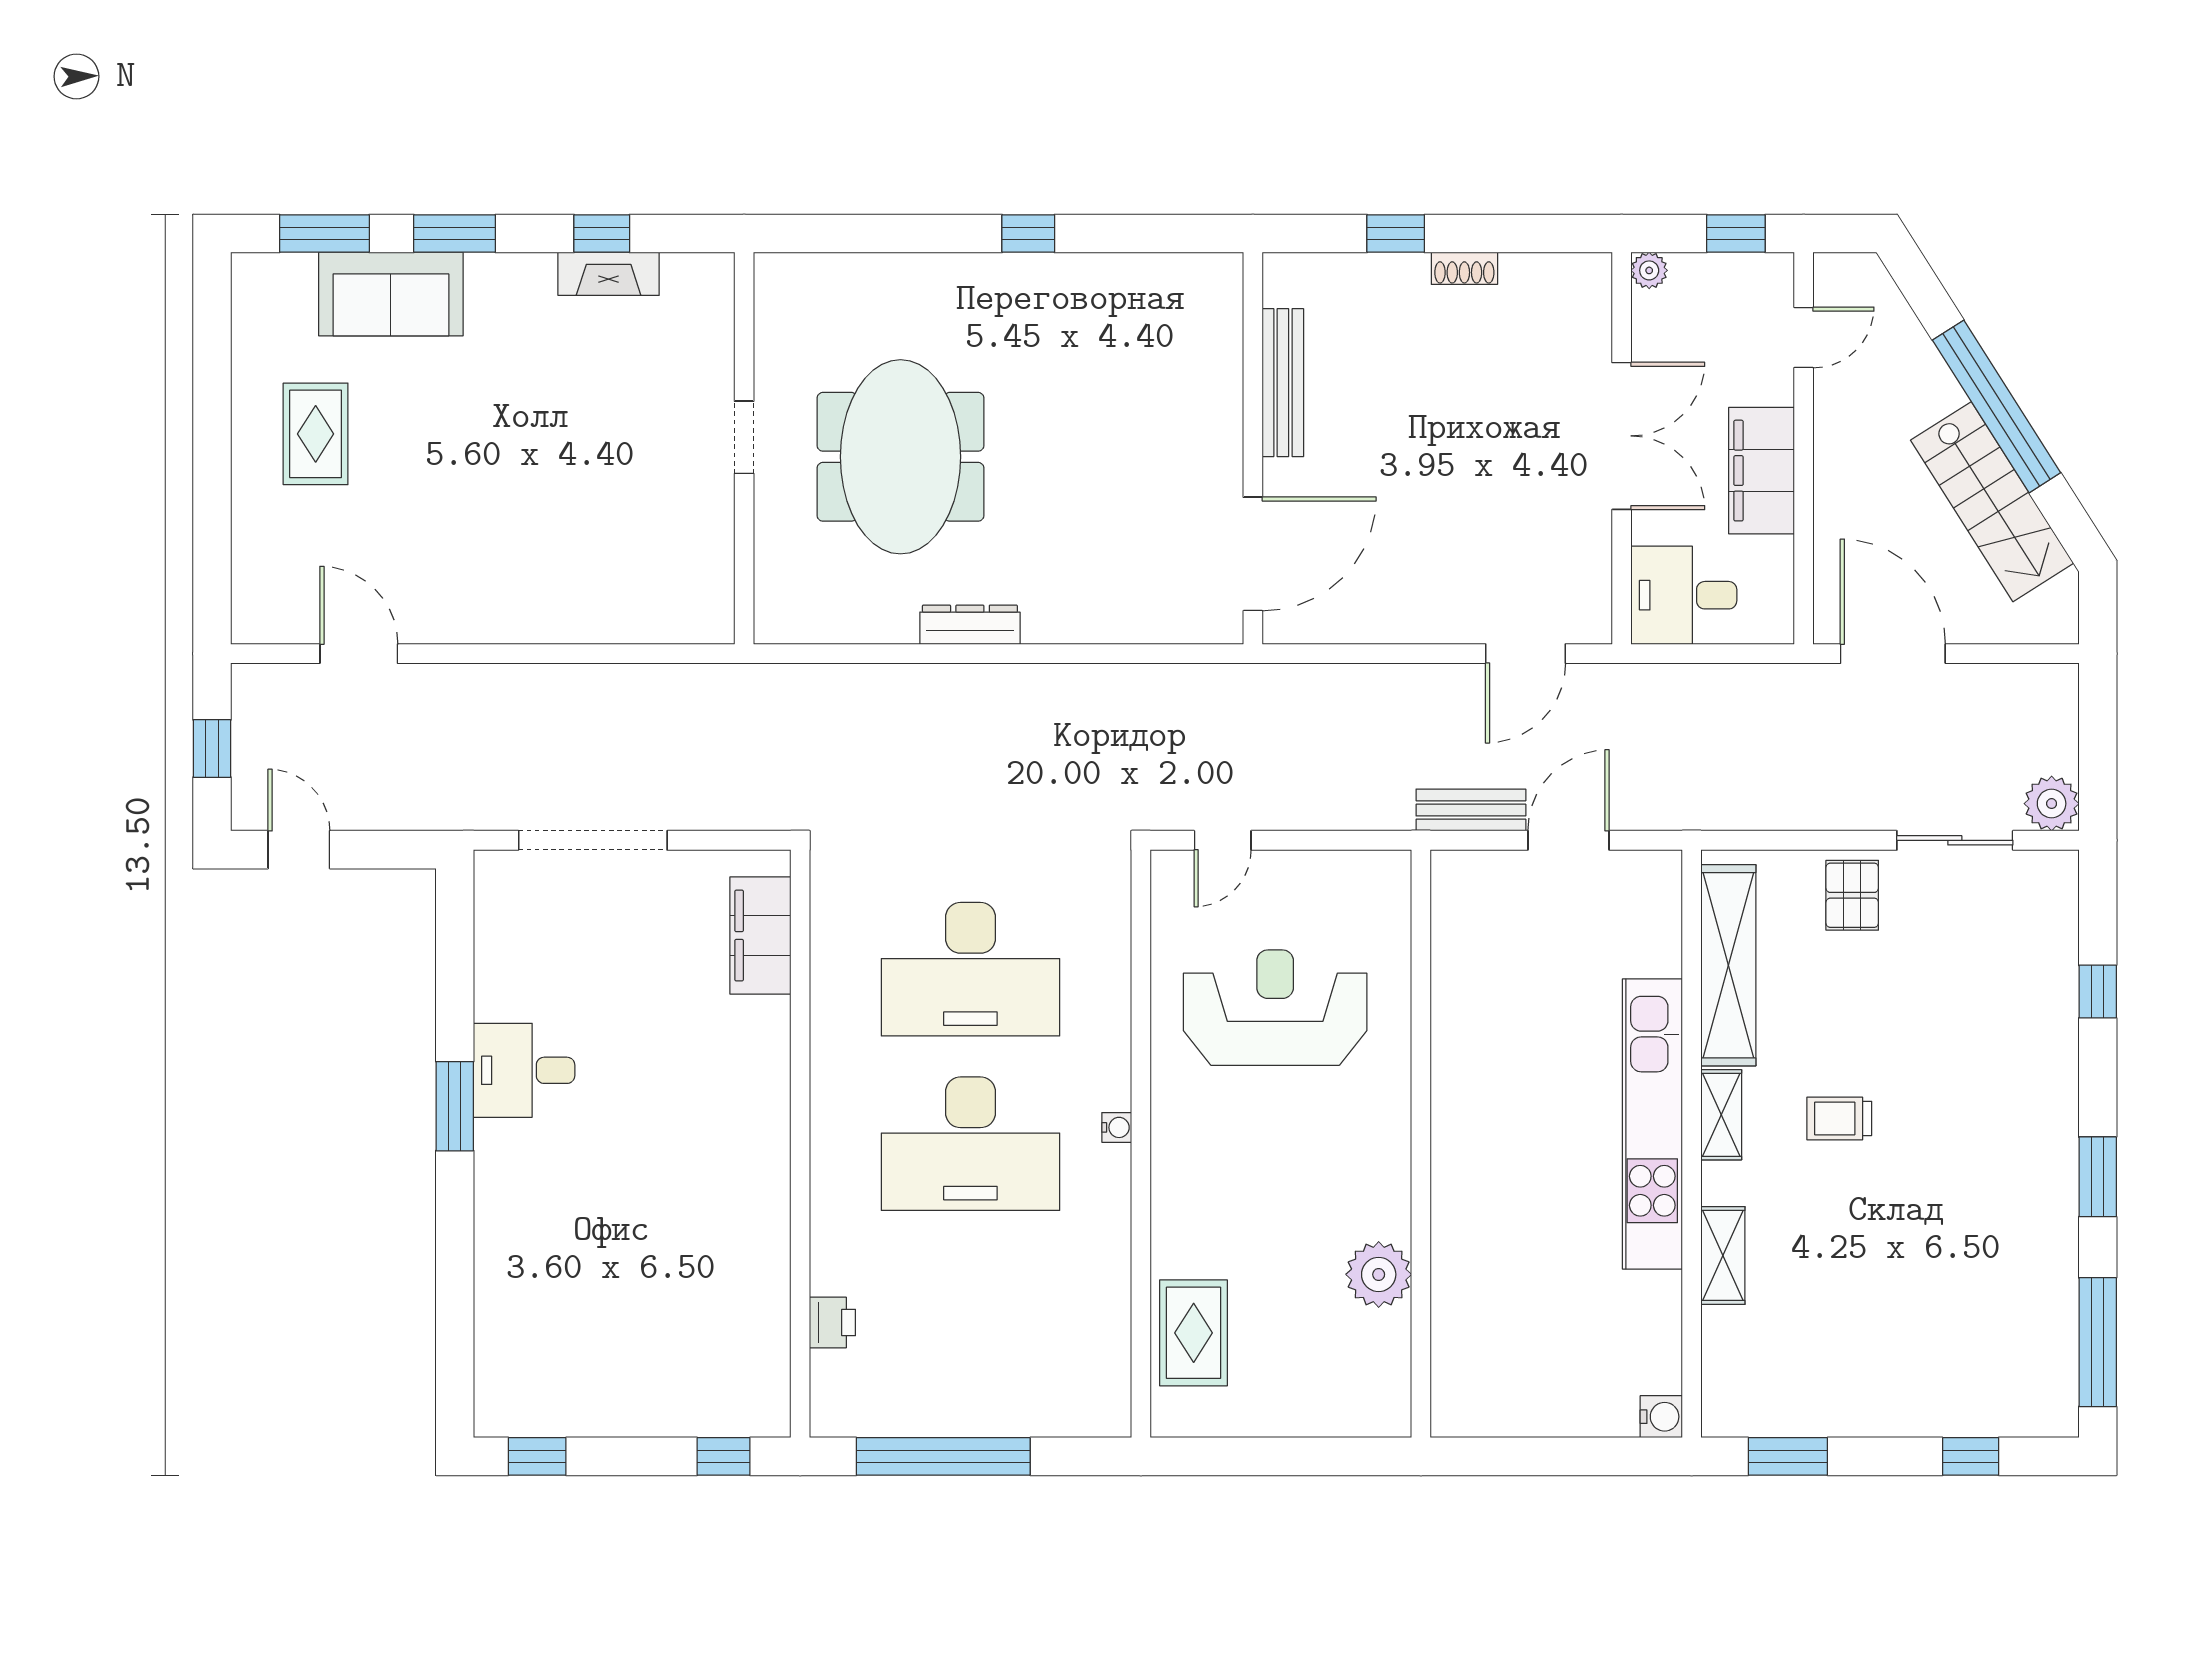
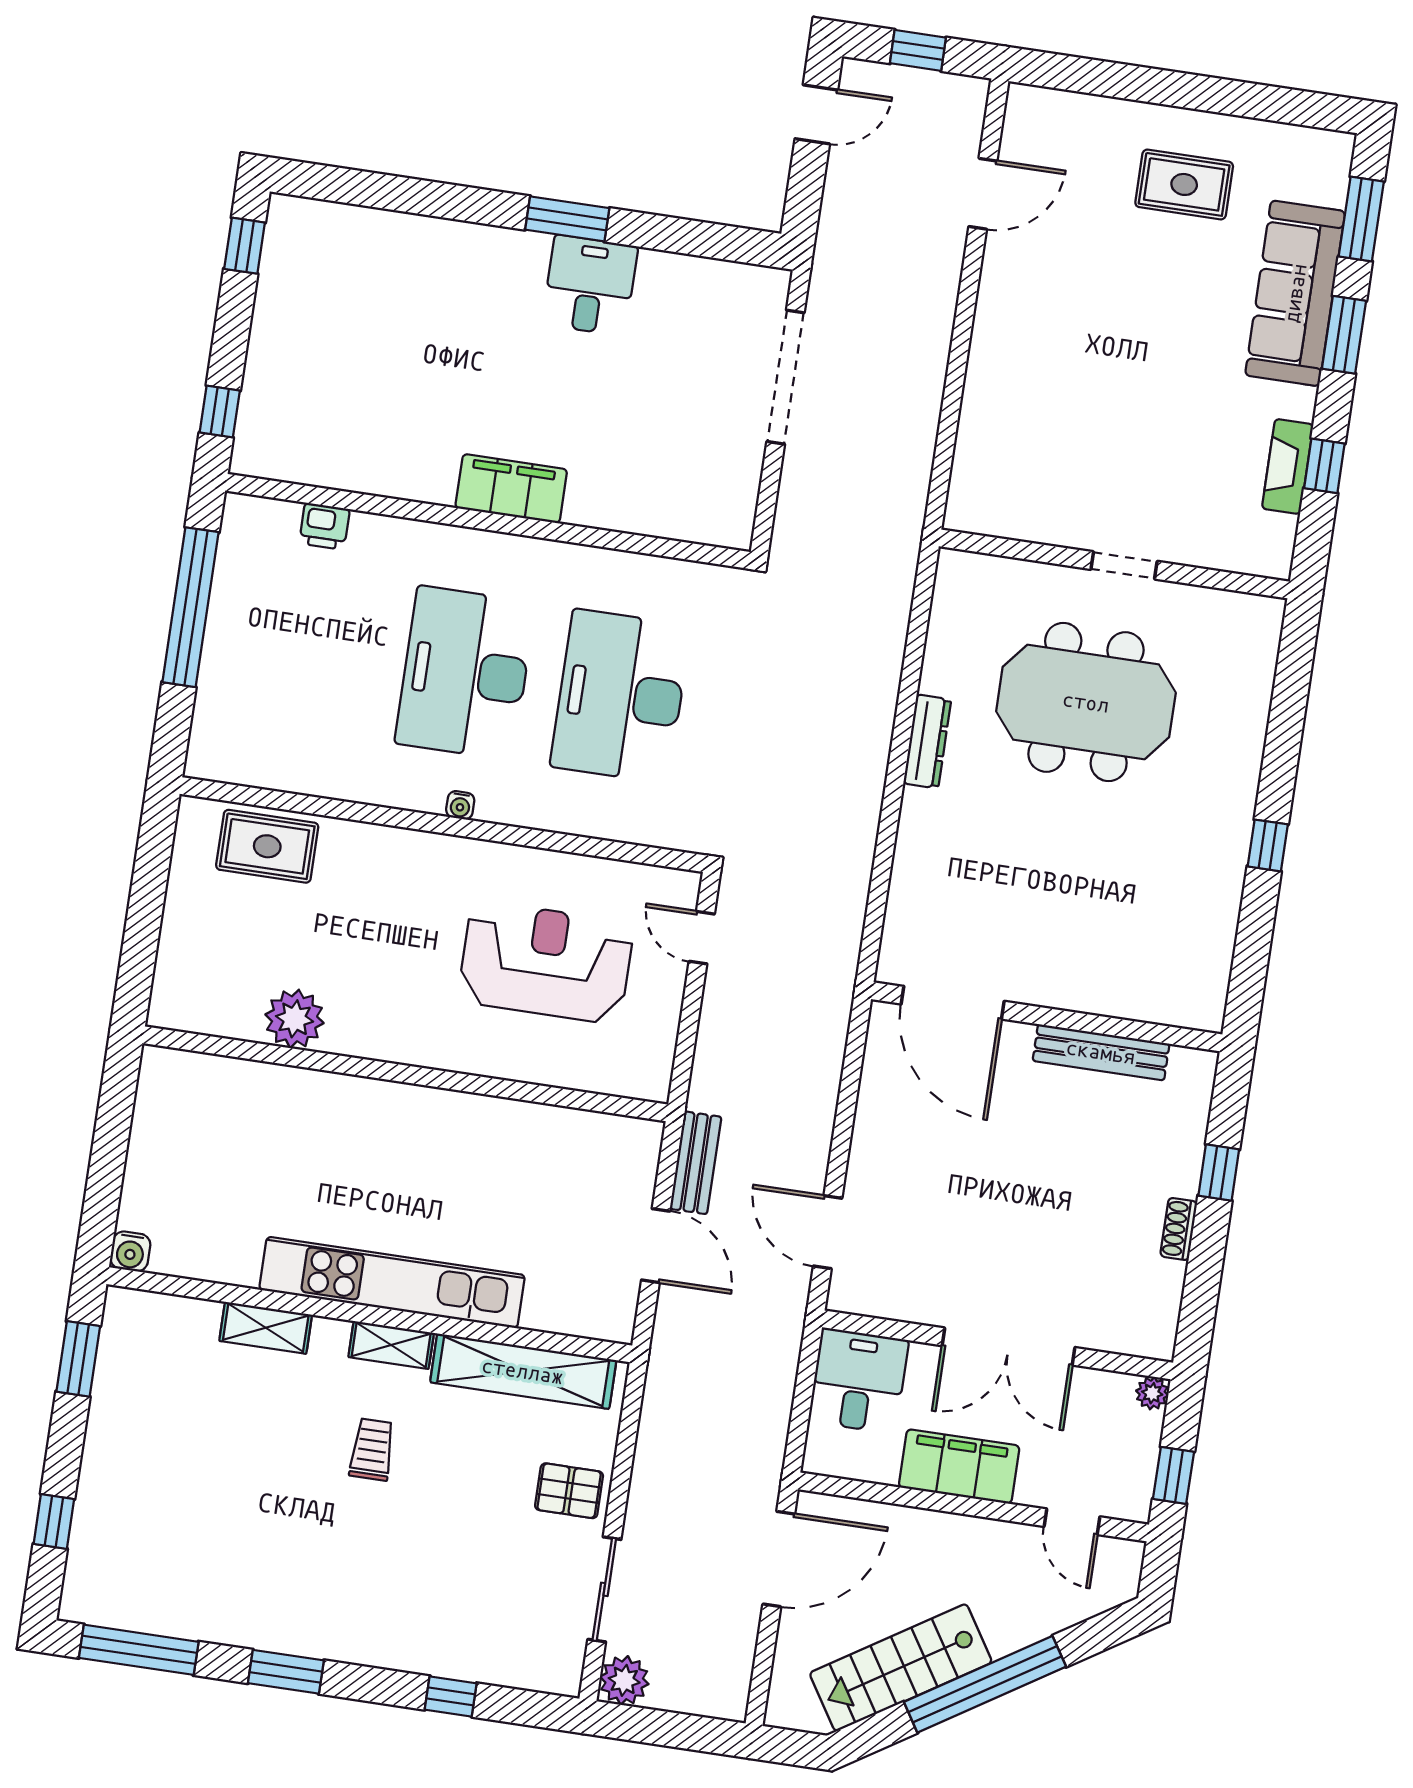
sofa: (391, 294) -> (1295, 293), width x1.36
filing cabinet: (760, 936) -> (511, 489), moved
reception desk: (1275, 1008) -> (546, 962), turned -90

